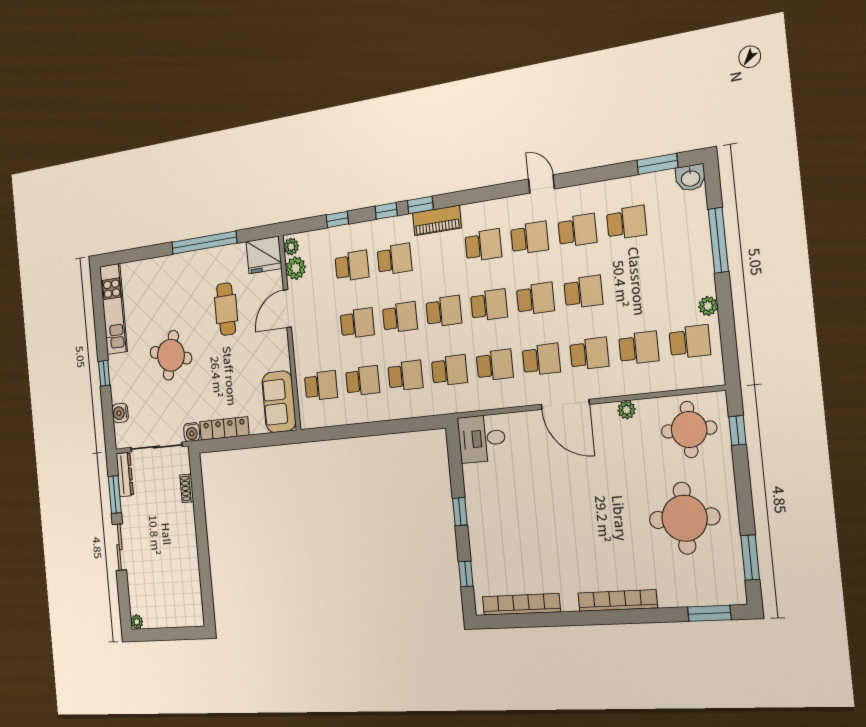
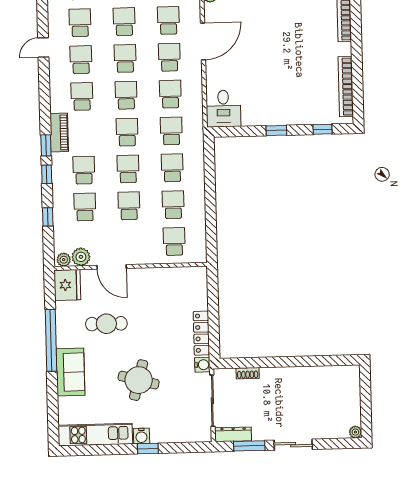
sofa: (279, 402) -> (70, 372), moved, turned -90
water cooler: (120, 413) -> (141, 436), moved

